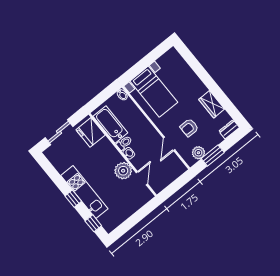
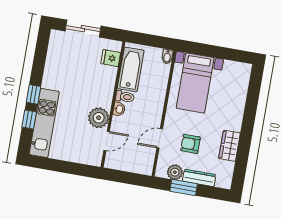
dresser: (229, 129) -> (199, 178), moved, width x1.44
fridge: (91, 132) -> (111, 58), width x0.53, depth x0.75
kitchen unit: (84, 192) -> (44, 123), moved
window: (93, 223) -> (29, 120), moved

